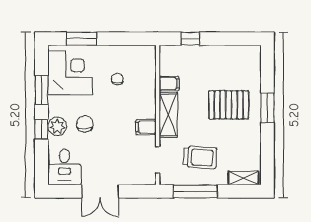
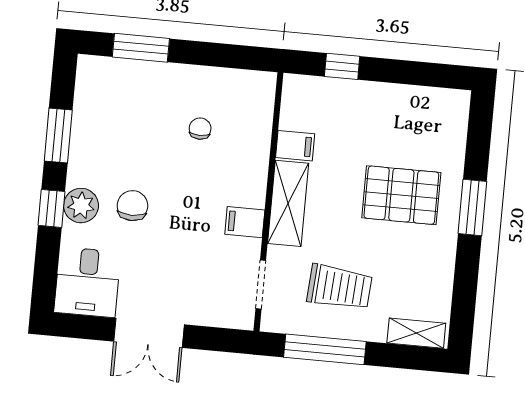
corner desk: (70, 73) -> (114, 109), removed

